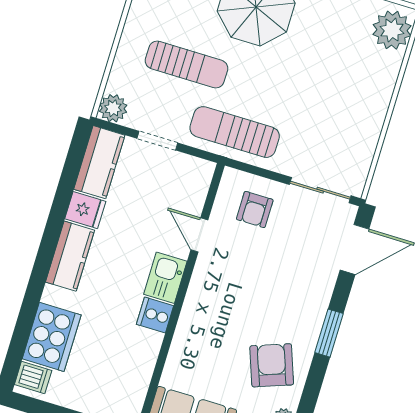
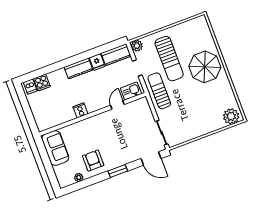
sun lounger: (186, 65) -> (169, 59), width x1.36, depth x1.34
armchair: (255, 210) -> (139, 116), removed
kitchen sink: (165, 278) -> (131, 91), moved
cooker: (52, 337) -> (42, 82), width x0.53, depth x0.76
armchair: (272, 365) -> (93, 160), turned -70

